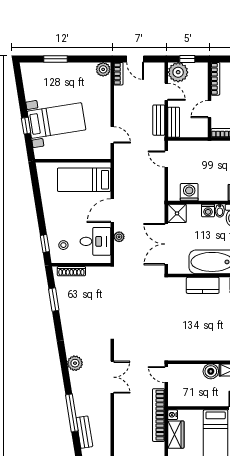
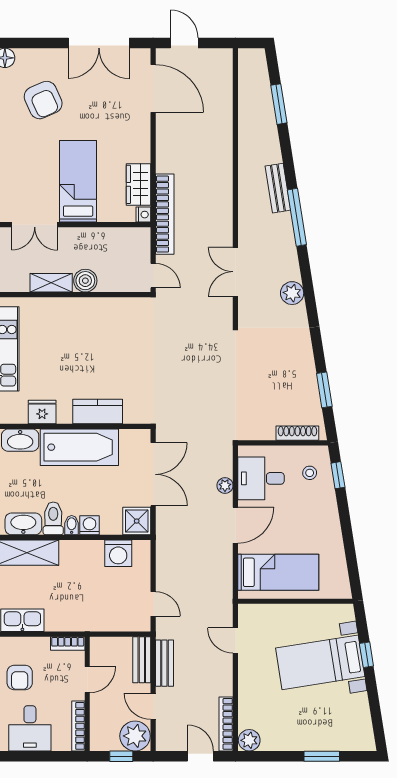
bookcase: (118, 74) -> (226, 724), width x1.56

